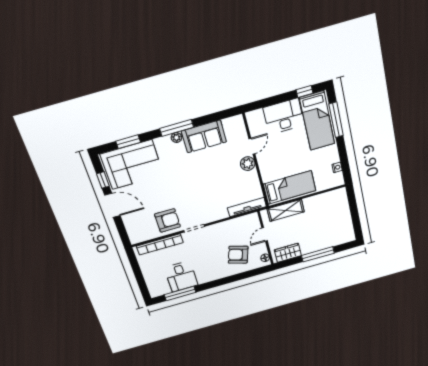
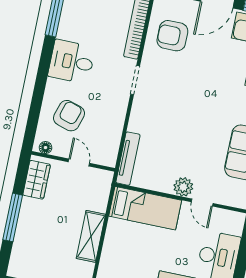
bed: (290, 187) -> (145, 208), moved, turned -90
shelving: (286, 210) -> (91, 236), moved
armchair: (168, 220) -> (172, 36), moved, turned 90
desk: (181, 276) -> (72, 62), moved

